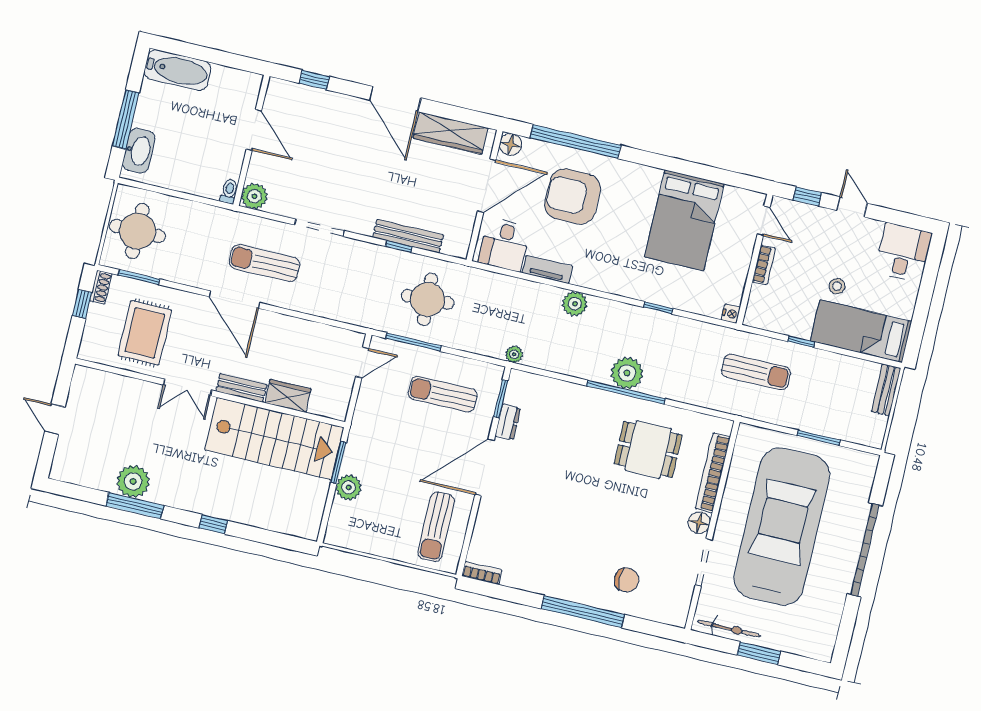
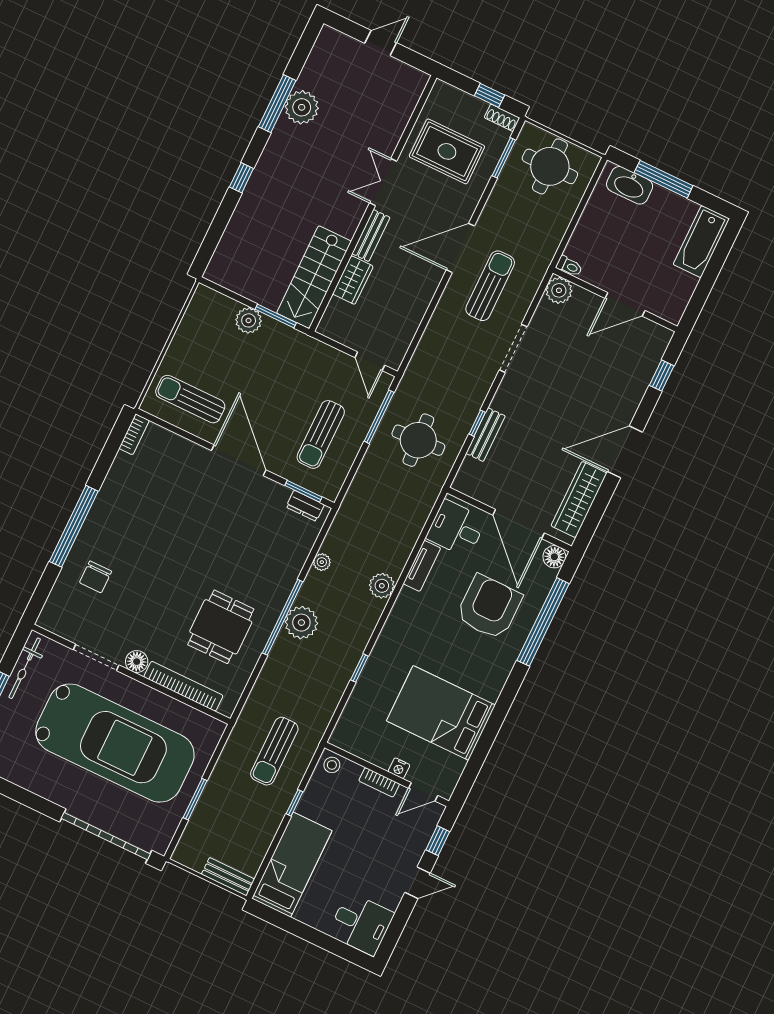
bench: (408, 236) -> (486, 435), width x0.73
stool: (837, 286) -> (332, 765), moved
nightstand: (731, 314) -> (399, 768), moved
plant: (514, 354) -> (322, 562), moved
sun lounger: (443, 394) -> (321, 434), turned 180
dresser: (508, 422) -> (305, 506), moved
stairs: (274, 439) -> (314, 277), width x0.73, depth x0.66
garage door: (865, 550) -> (106, 836), moved

